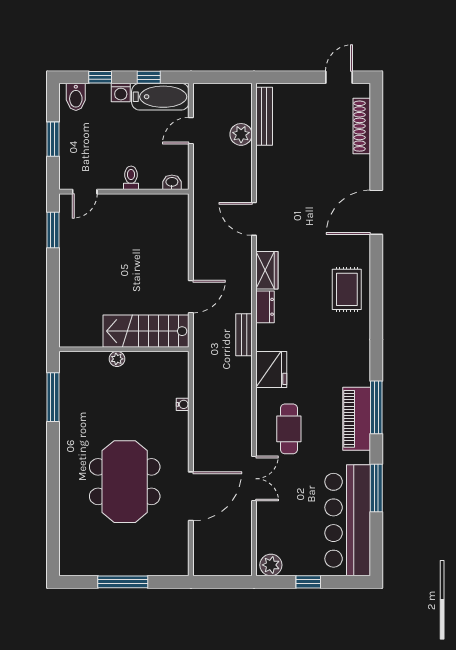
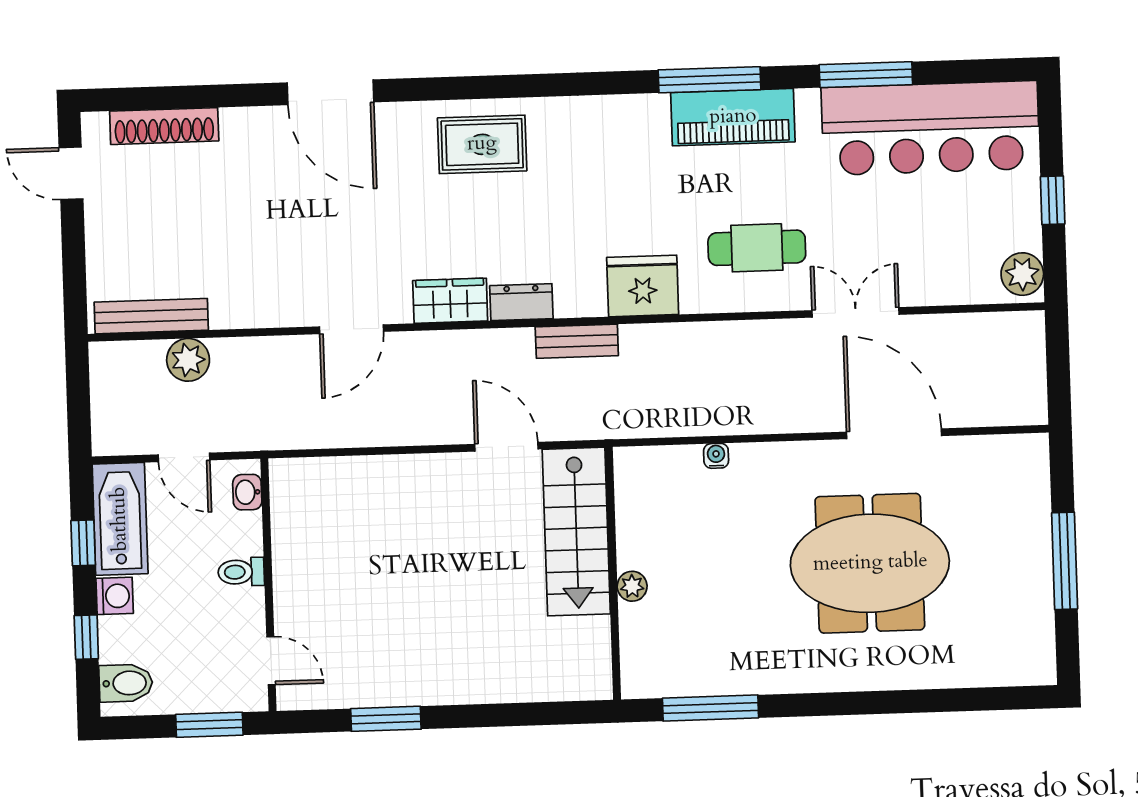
toilet: (131, 178) -> (241, 572), moved
washbasin: (172, 182) -> (247, 492), moved
door: (85, 192) -> (271, 661), moved
wall: (124, 192) -> (268, 585), moved

